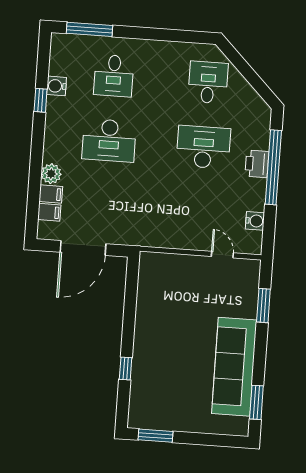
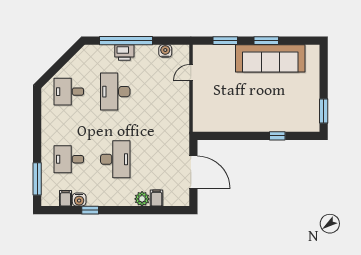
desk: (114, 76) -> (69, 159), turned 180
filing cabinet: (49, 212) -> (65, 198), moved
window: (256, 402) -> (266, 41), moved

